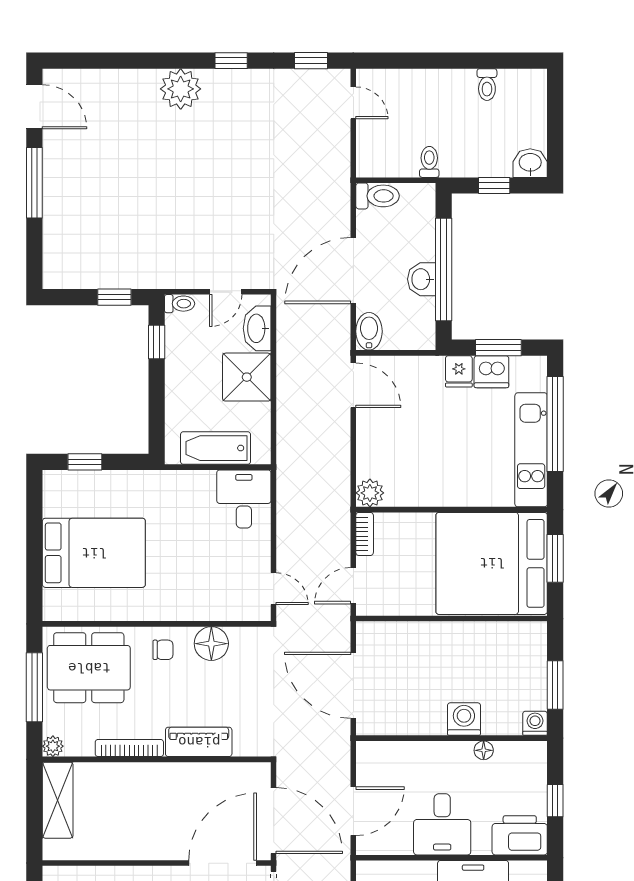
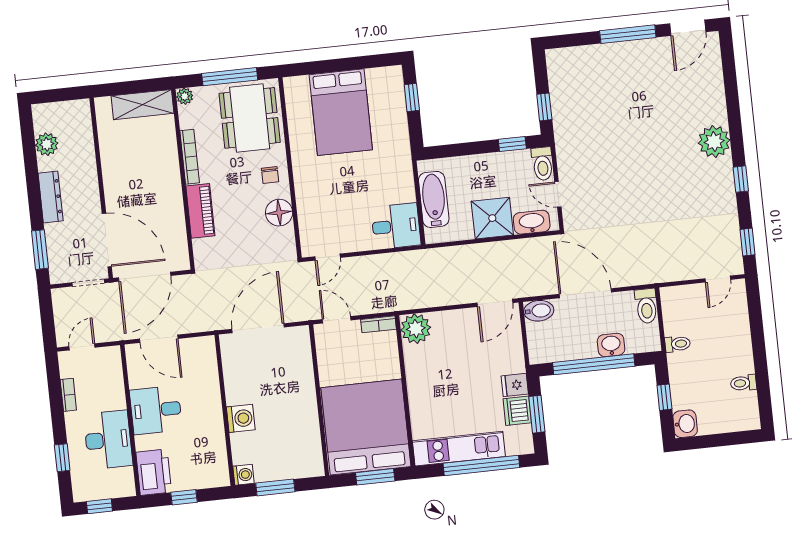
washbasin: (422, 279) -> (611, 345), moved
toilet: (180, 304) -> (542, 164), width x1.37, depth x1.39
plant: (370, 493) -> (416, 329), width x1.36, depth x1.36
floor lamp: (484, 750) -> (218, 437), removed

